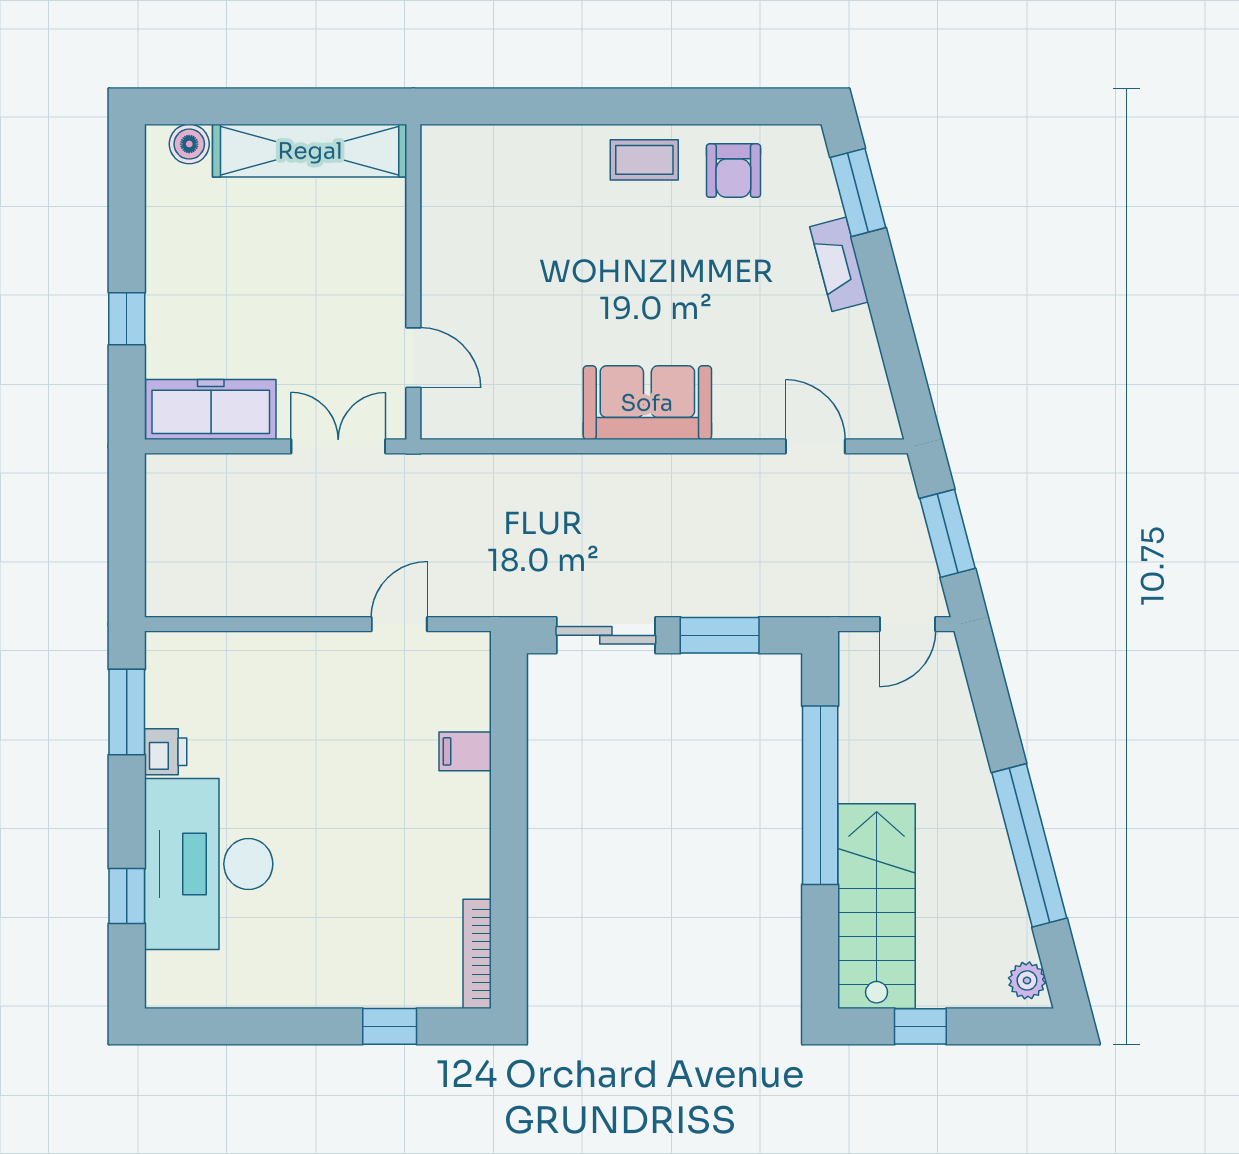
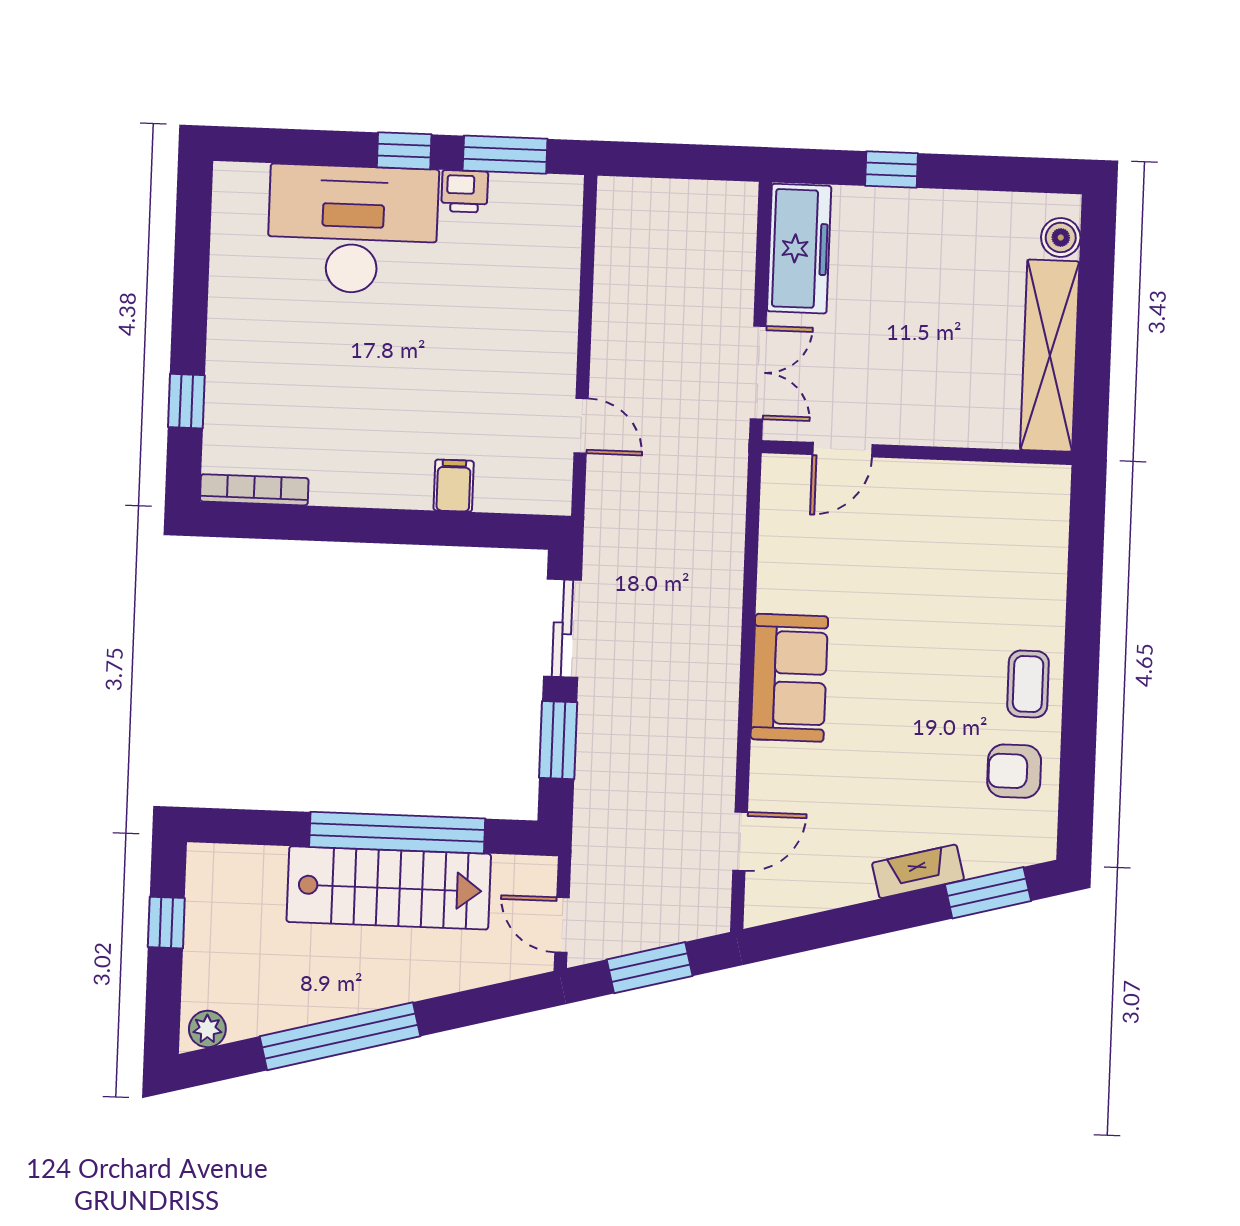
window: (127, 896) -> (404, 151), moved
stairs: (877, 906) -> (389, 888), moved

